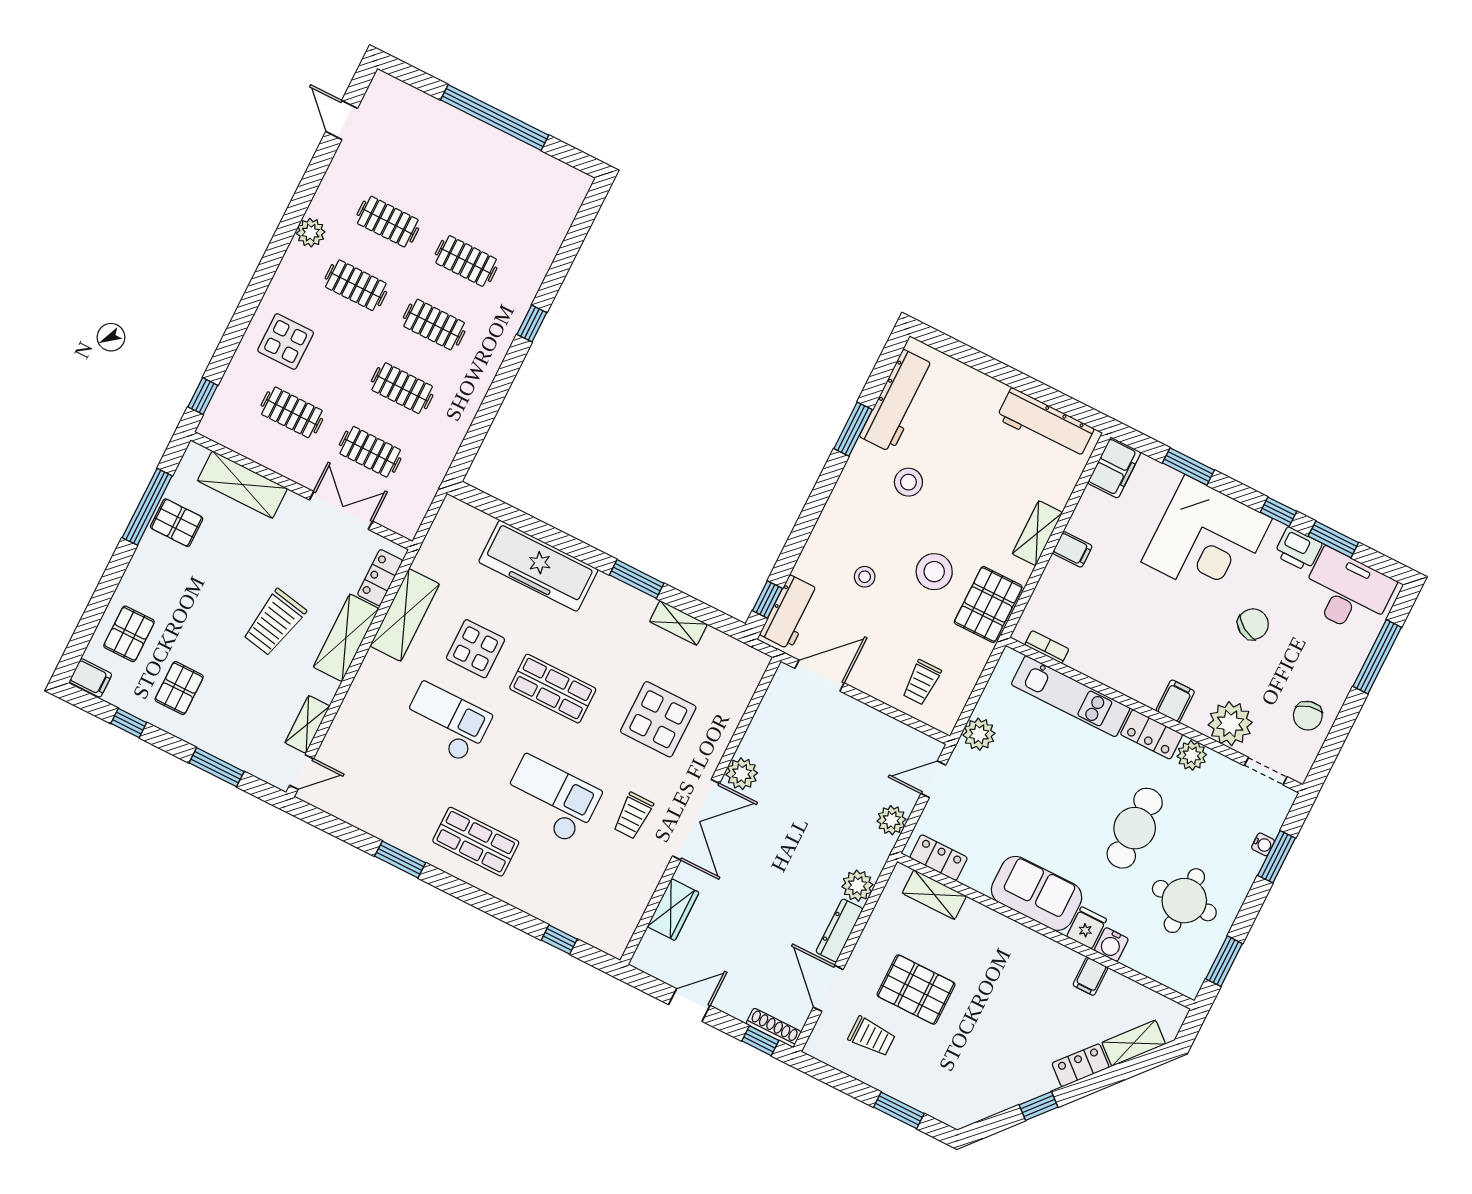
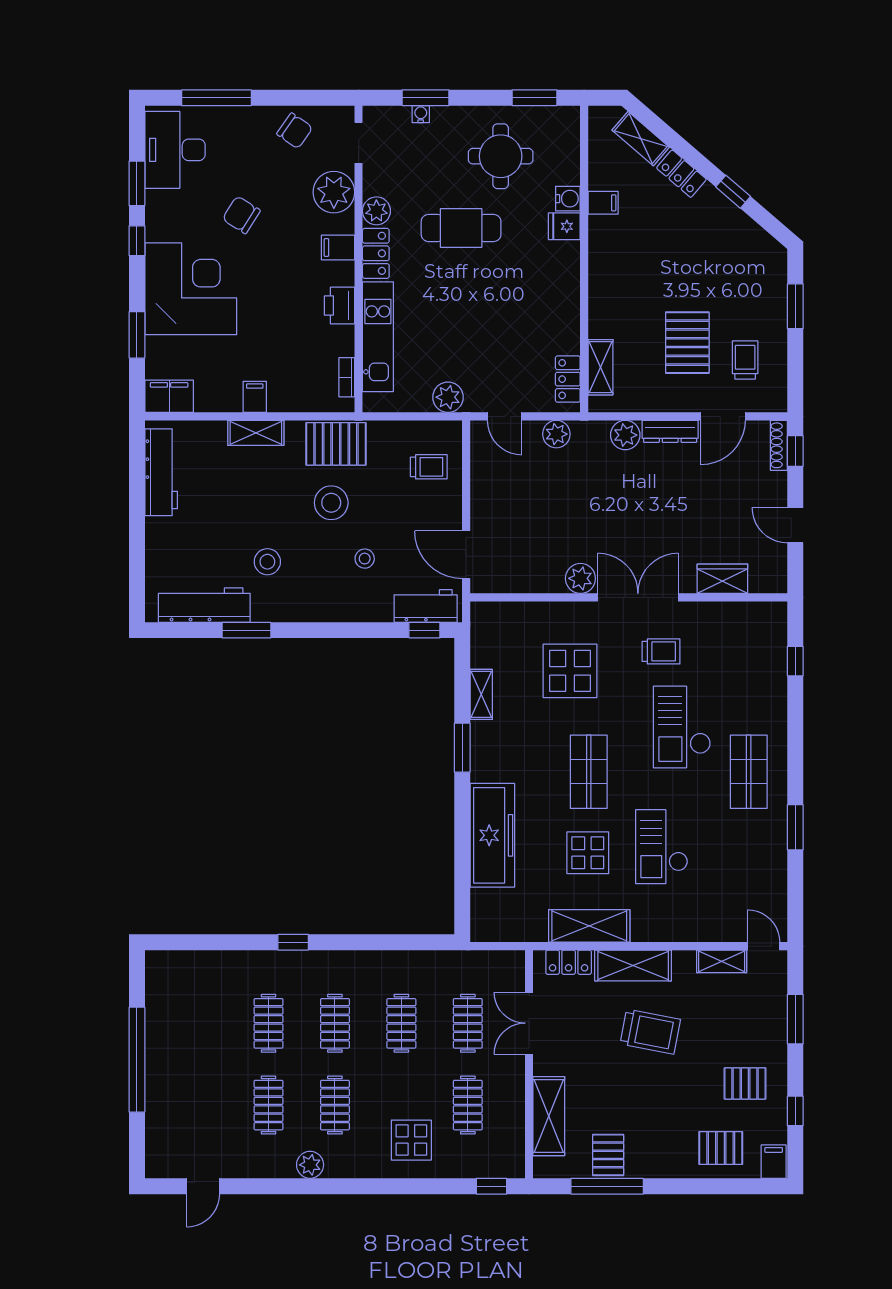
printer: (1298, 549) -> (339, 306), moved, turned 180
chair: (1308, 716) -> (295, 131), turned 49
sofa: (1037, 893) -> (557, 282), removed

